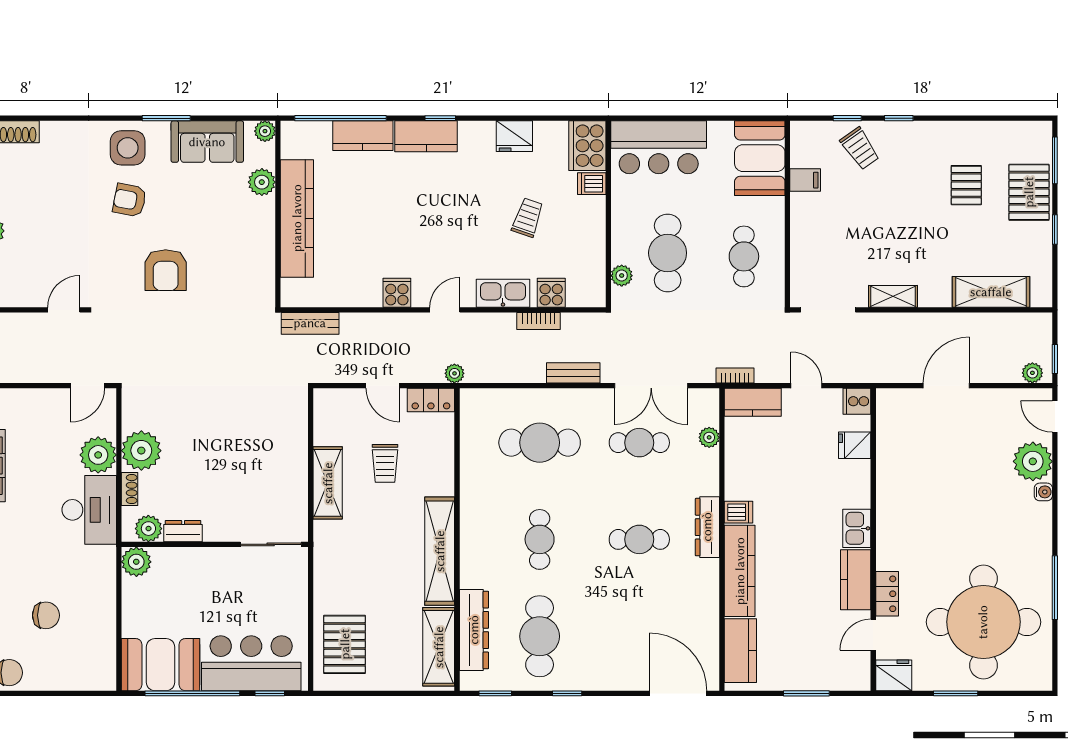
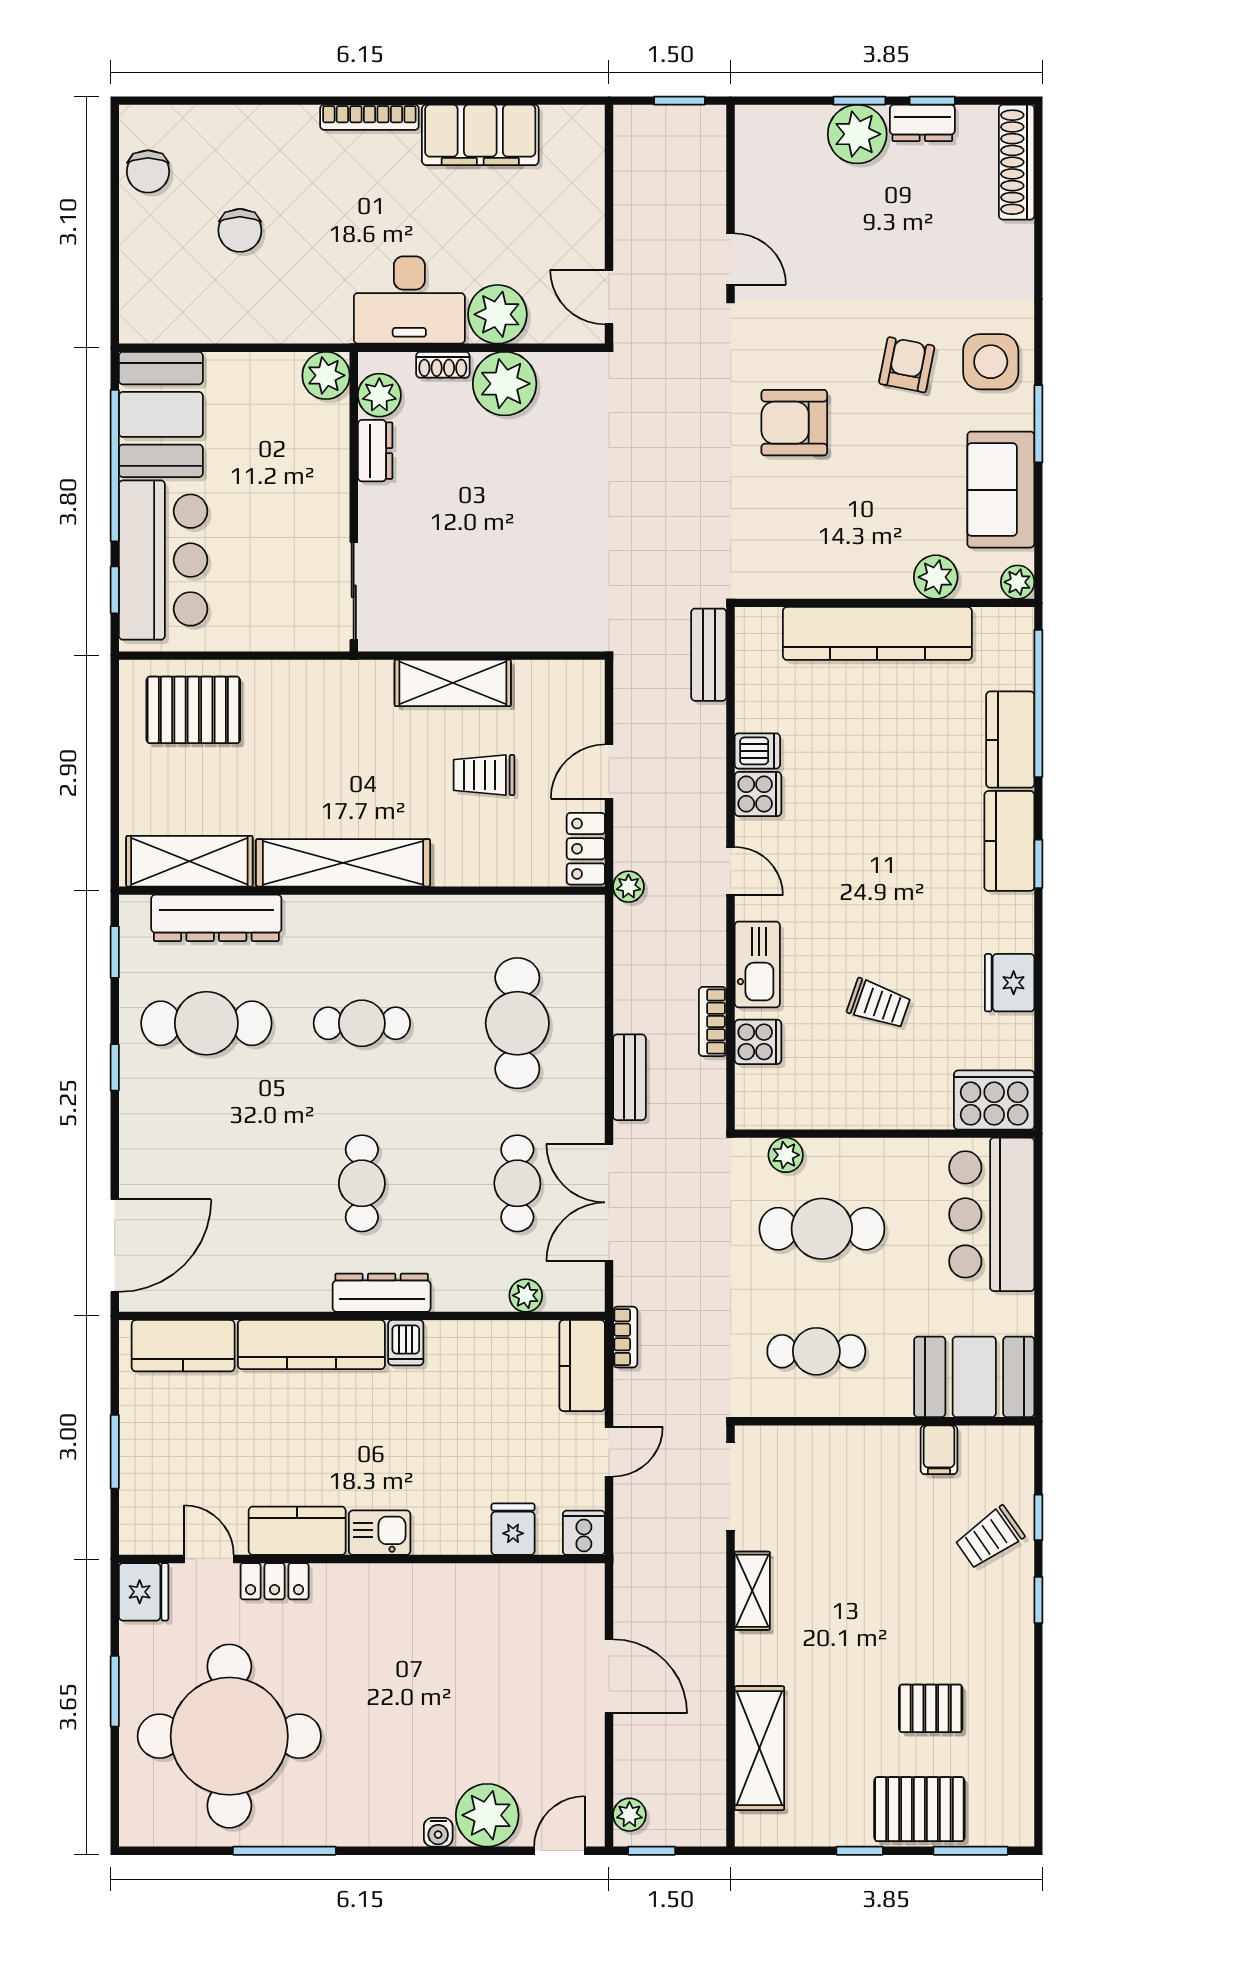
dishwasher: (592, 184) -> (757, 751), moved, turned 90

